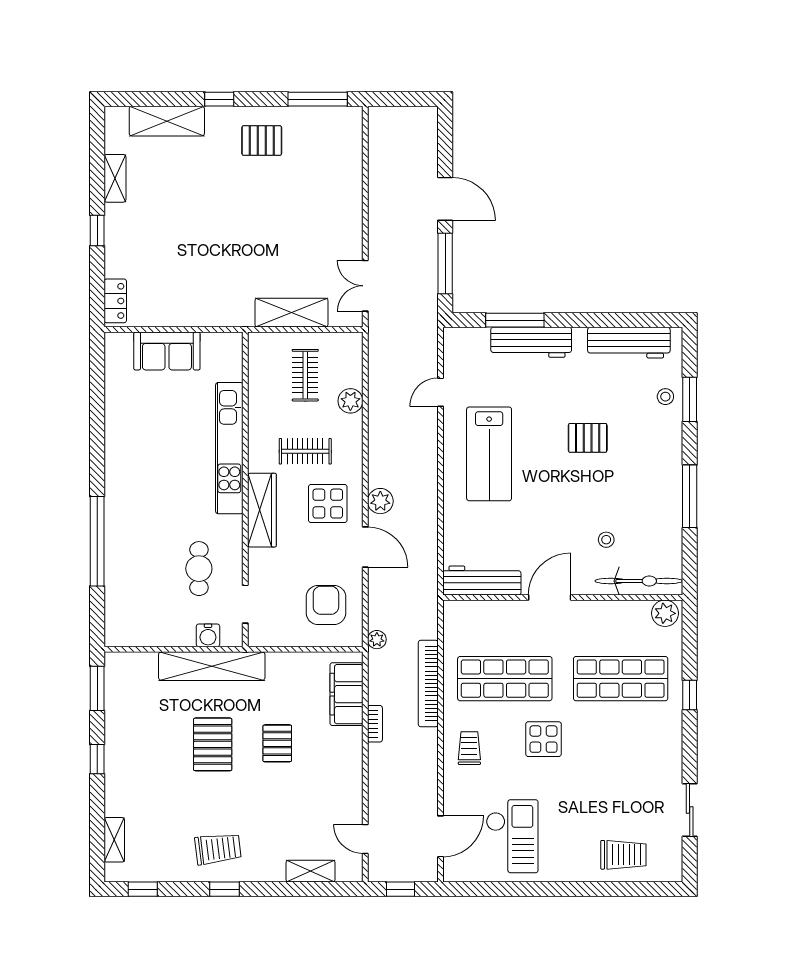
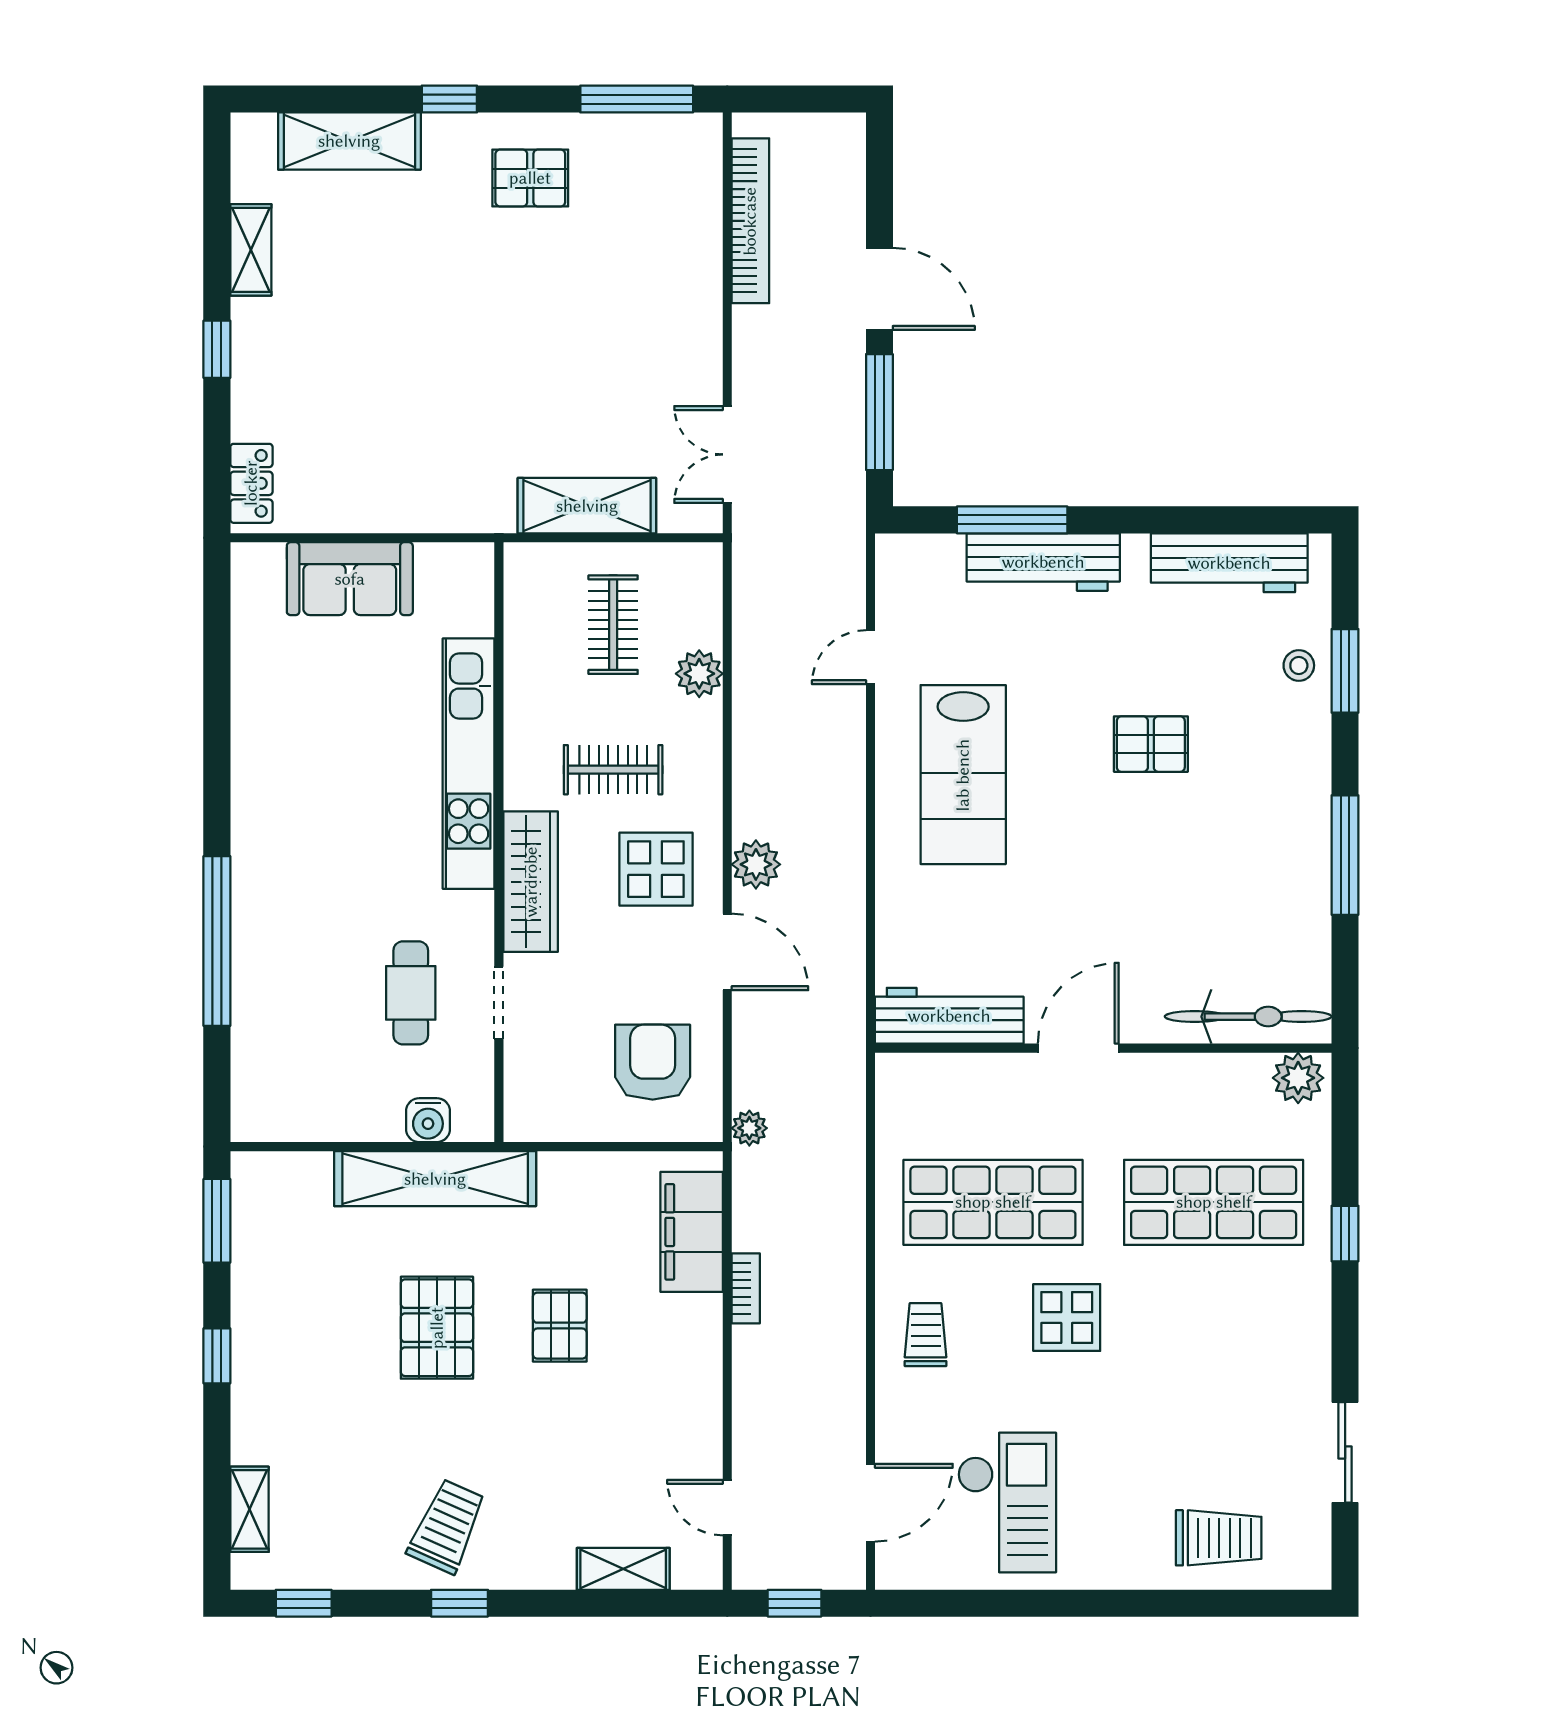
stool: (606, 540) -> (1186, 938), removed
doorway: (245, 604) -> (499, 1003), moved
bookcase: (428, 683) -> (750, 221), moved, turned 180
trolley: (218, 849) -> (447, 1526), turned -59

